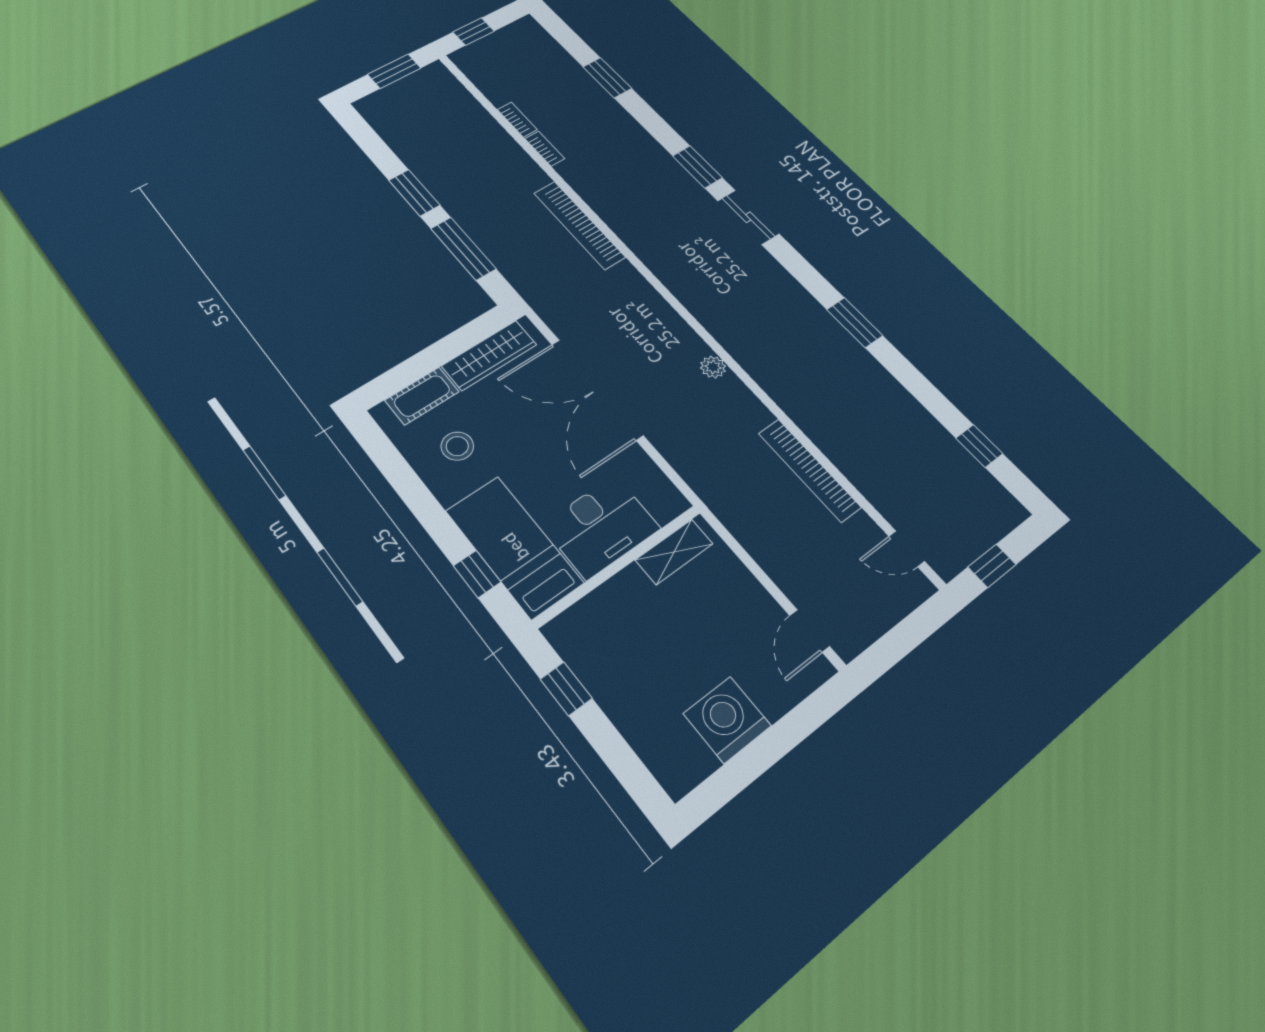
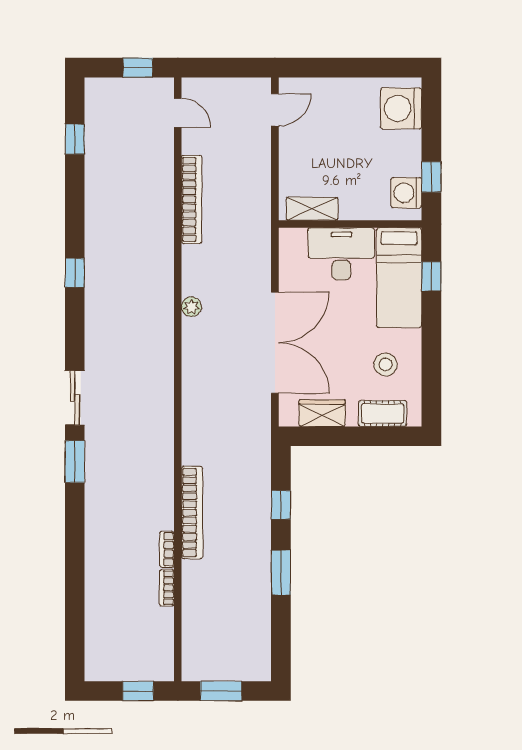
window: (607, 78) -> (75, 582), removed
bookcase: (579, 225) -> (192, 512), moved
window: (463, 249) -> (281, 505), width x0.46
window: (855, 323) -> (75, 273), width x0.67
wardrobe: (489, 355) -> (322, 413), width x0.67
washing machine: (581, 648) -> (406, 193), added
washing machine: (727, 720) -> (401, 108), moved, turned 90

